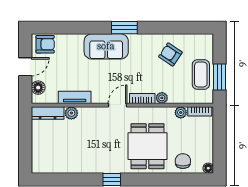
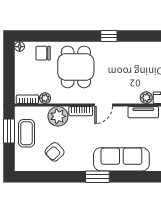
sofa: (106, 46) -> (121, 159), width x1.36
armchair: (170, 54) -> (55, 152), turned 103
plant: (162, 98) -> (58, 116), width x1.88, depth x1.88
chair: (183, 161) -> (43, 53), turned 90

